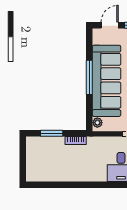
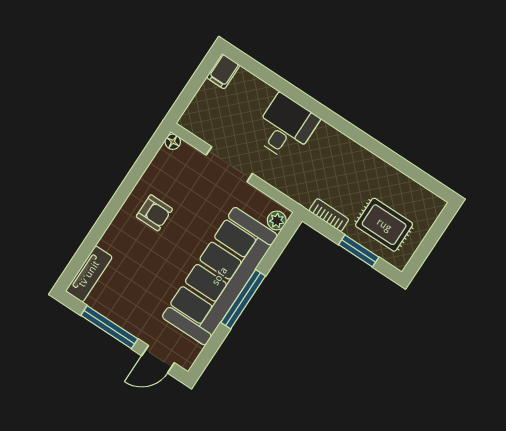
rug: (48, 152) -> (384, 225), added

